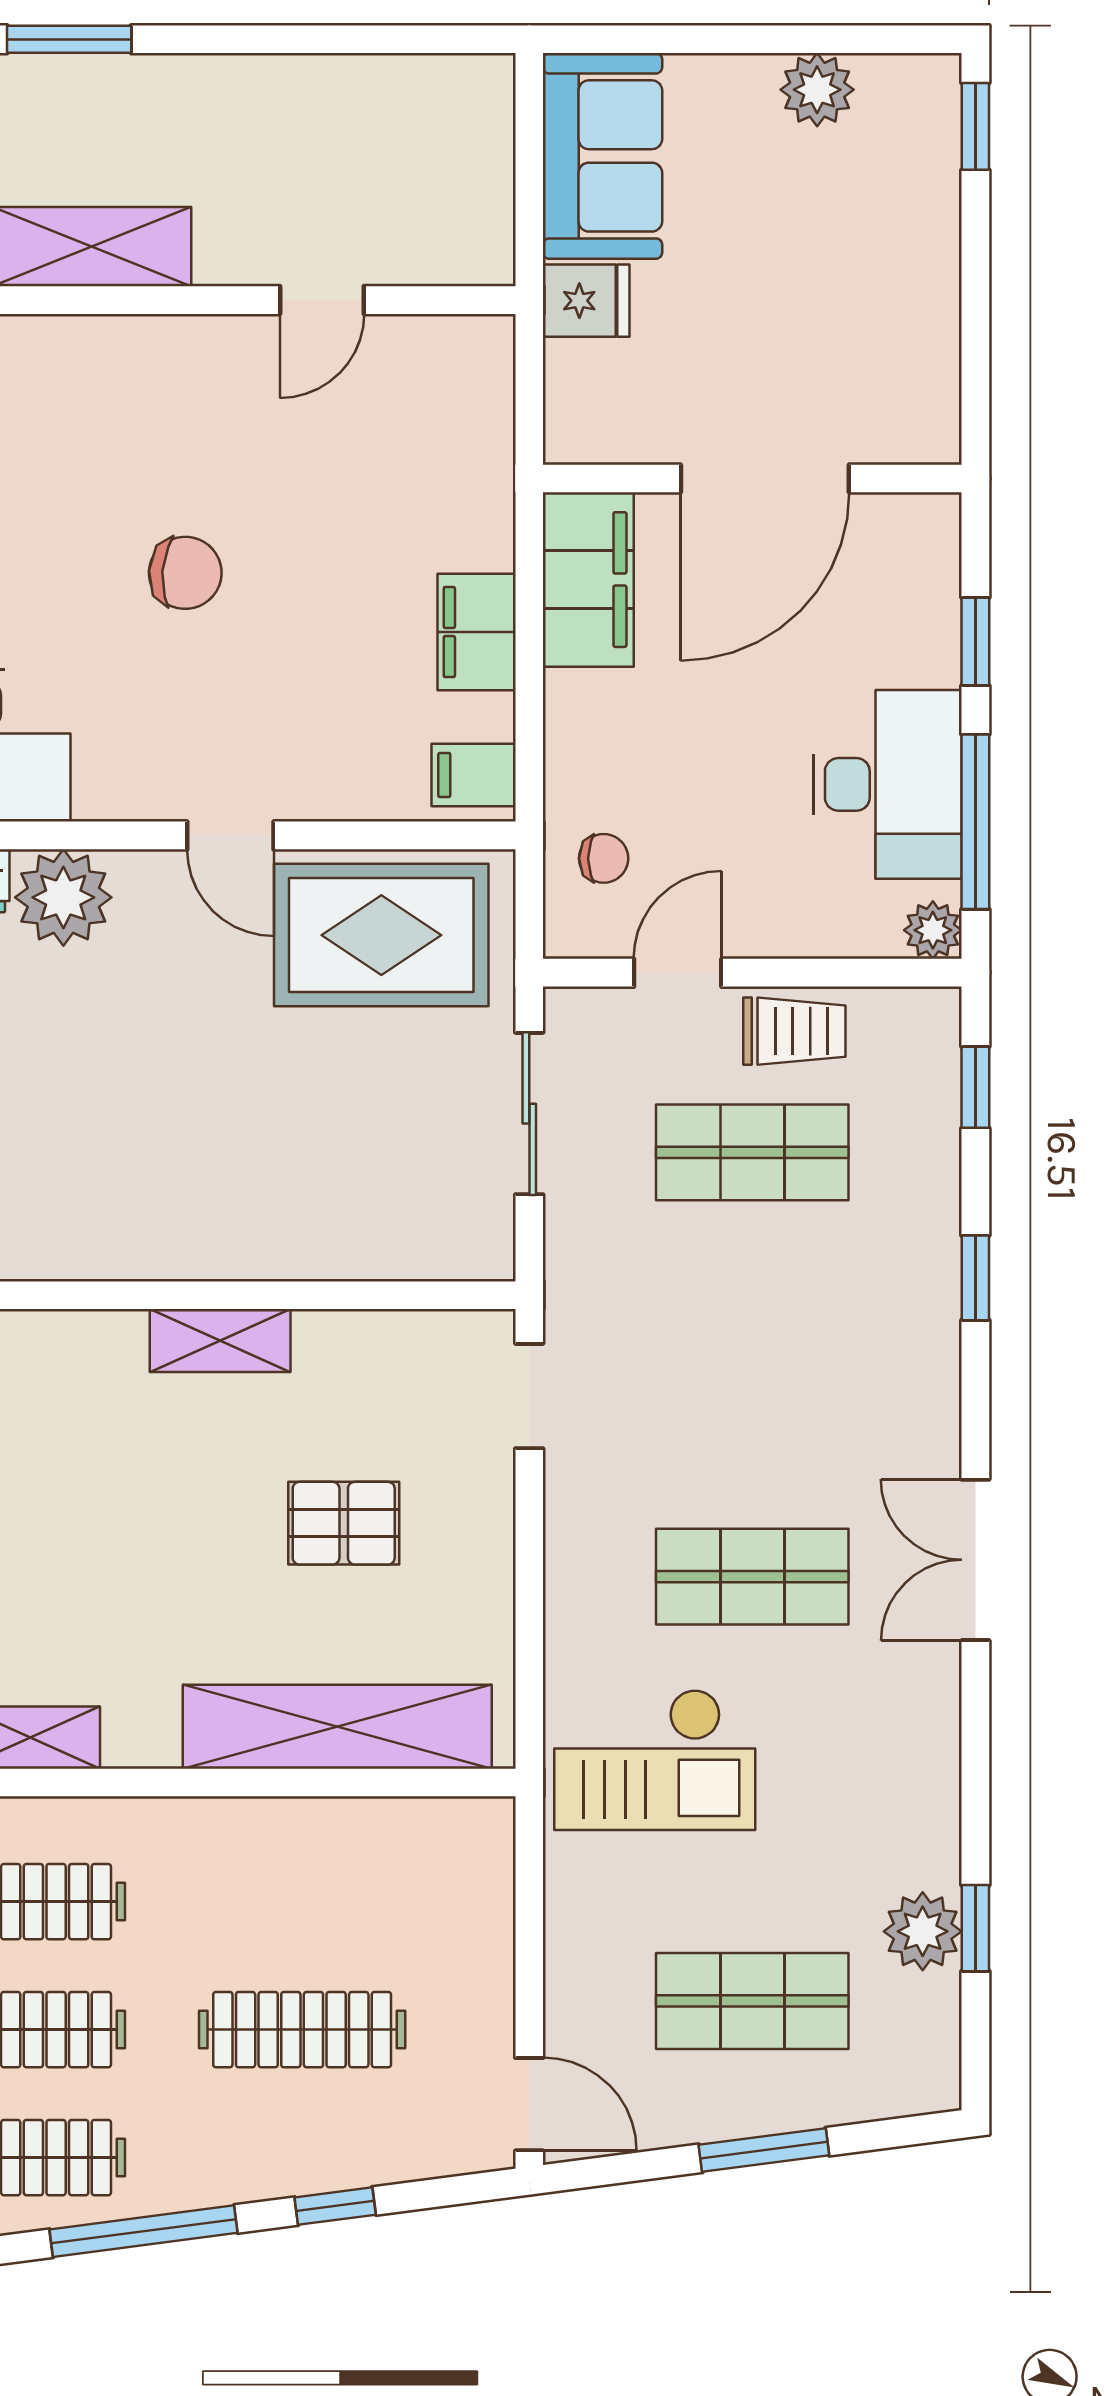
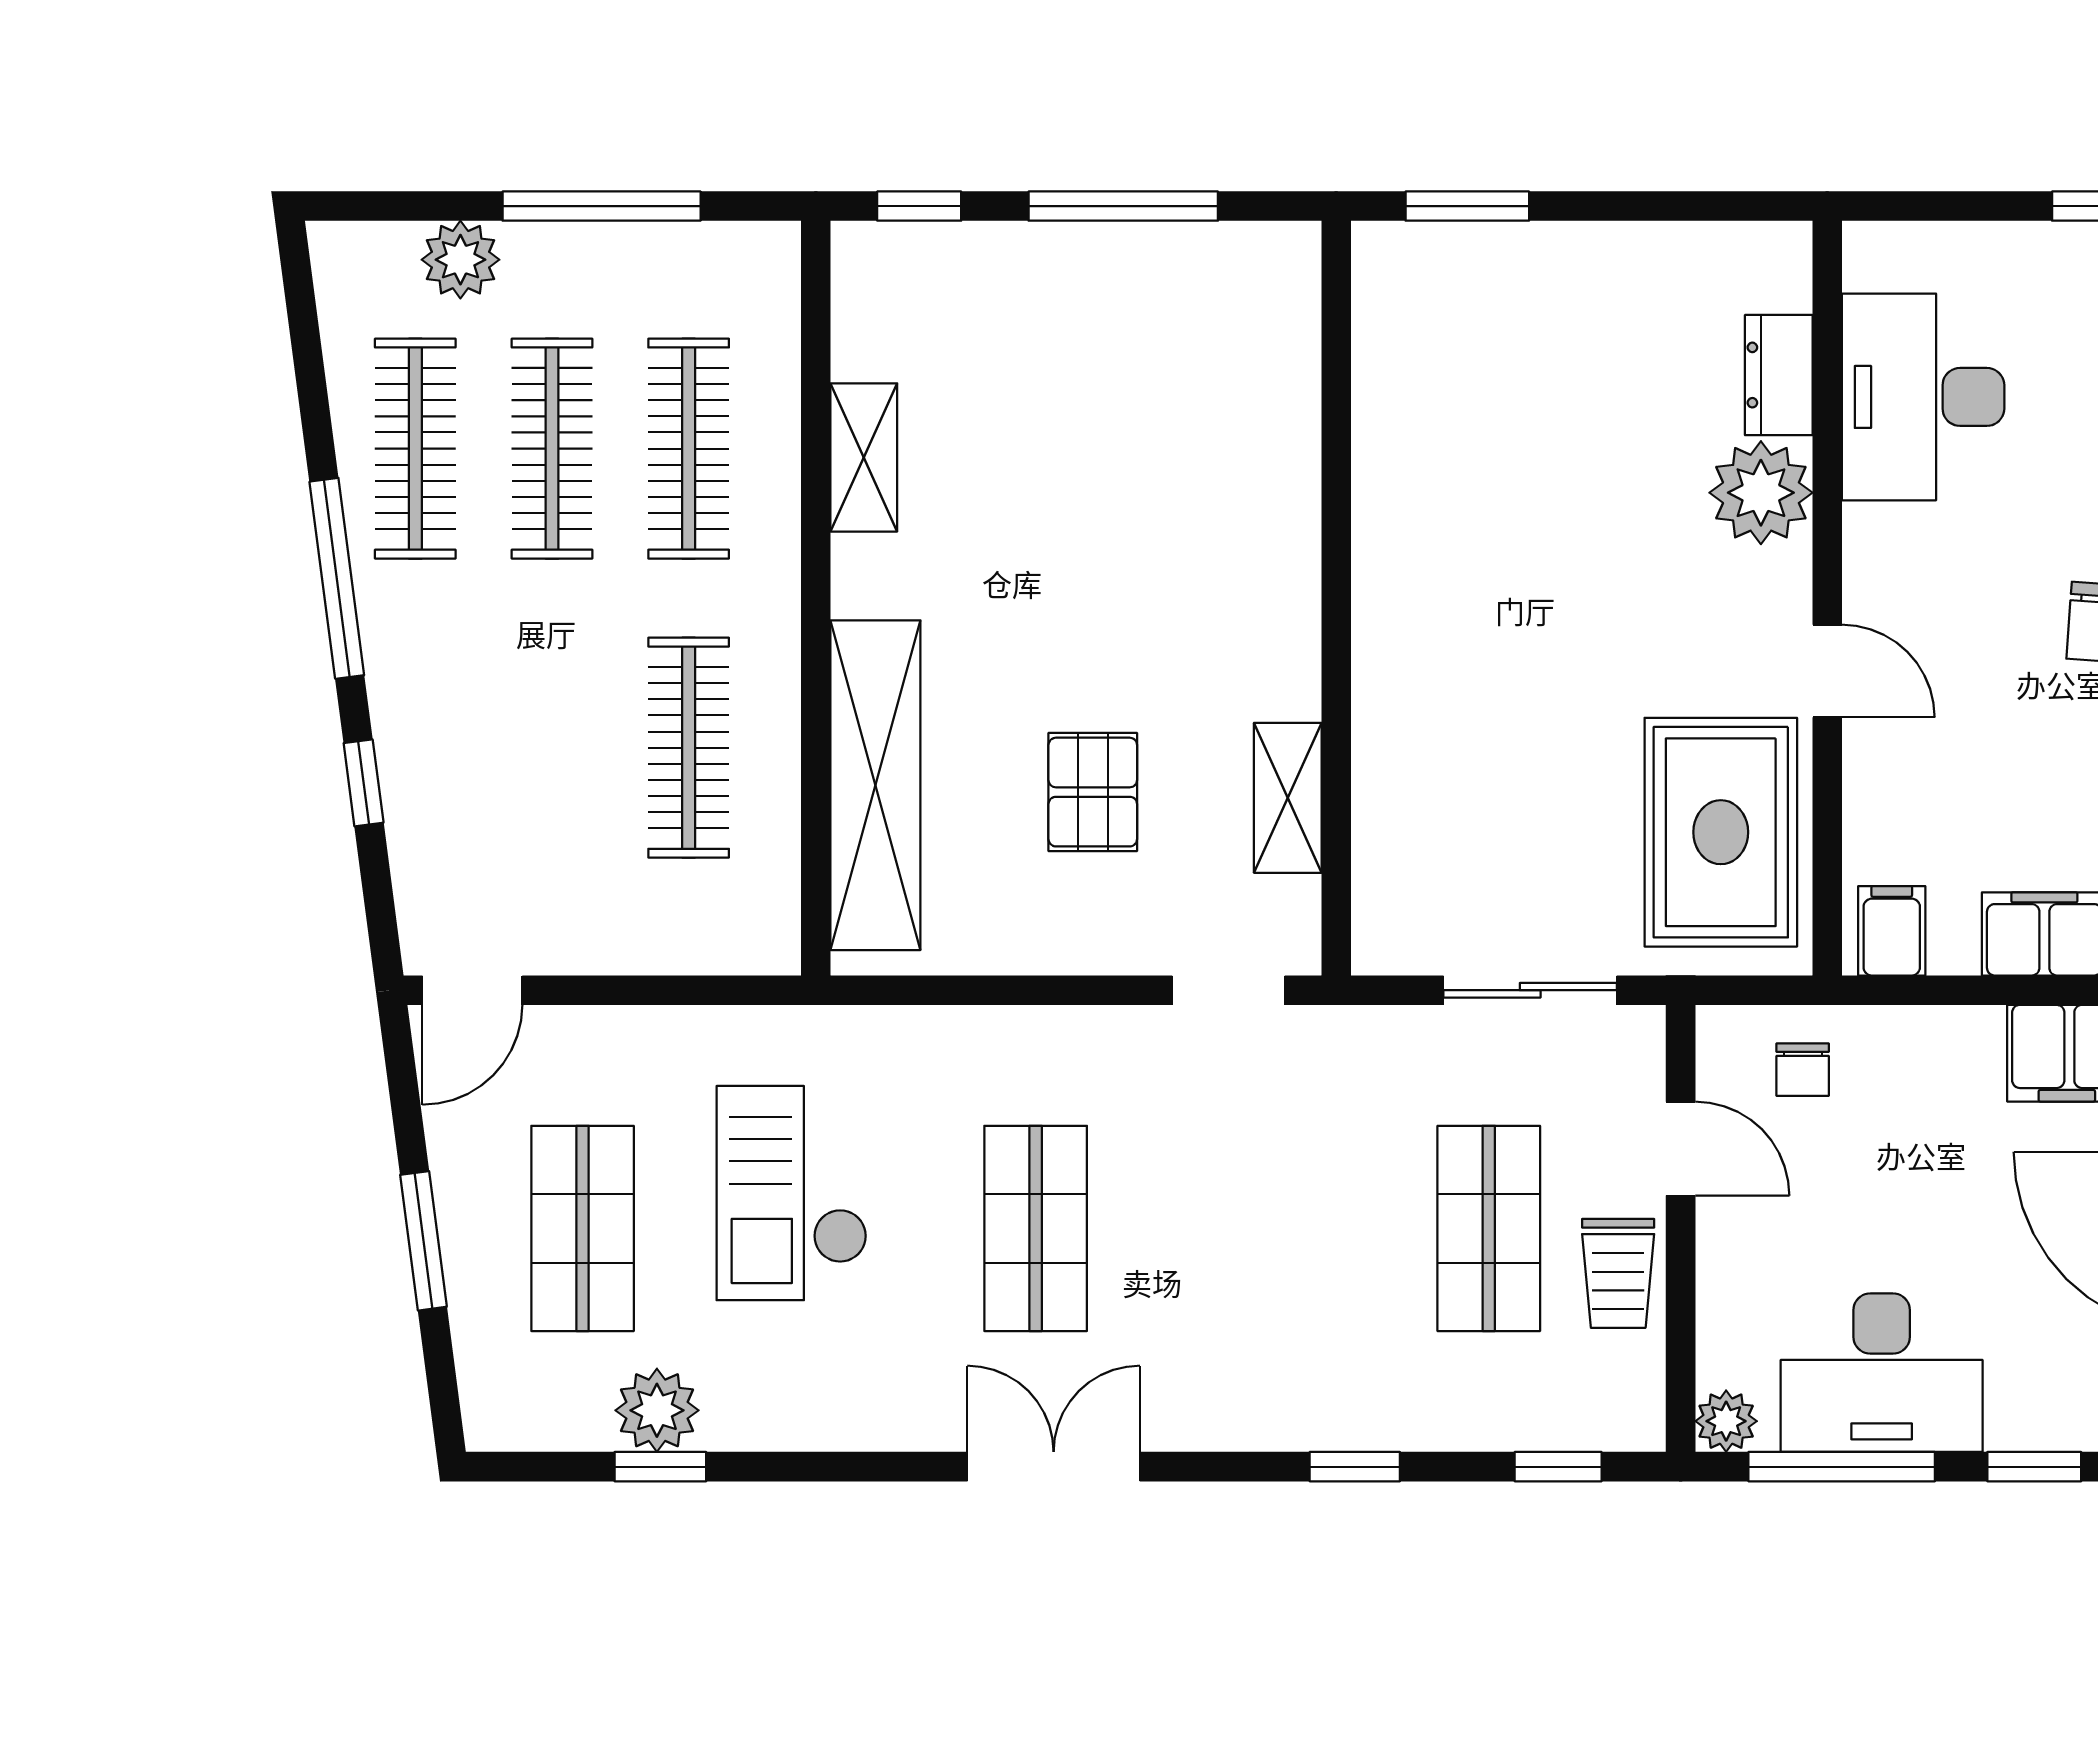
door: (230, 835) -> (1827, 671), swing flipped
shelving: (220, 1341) -> (1288, 798), moved
checkout: (655, 1760) -> (792, 1193), moved
clothes rail: (302, 2030) -> (689, 748), moved

